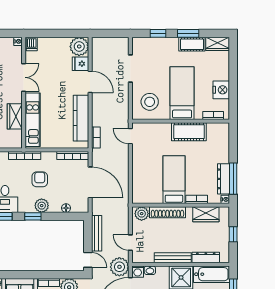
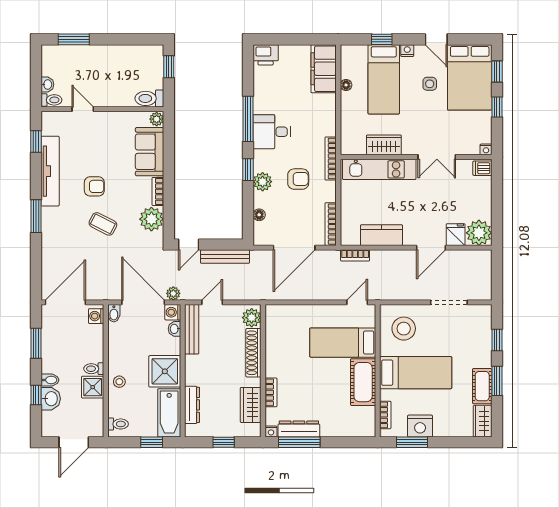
window: (233, 96) -> (412, 442), added
kitchen counter: (81, 118) -> (381, 235), width x0.67
bed: (174, 180) -> (343, 343), moved, turned 180
bench: (173, 258) -> (192, 329), moved
plant: (119, 267) -> (173, 293), width x0.53, depth x0.53

